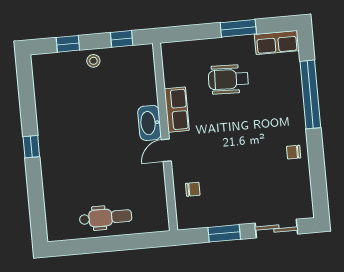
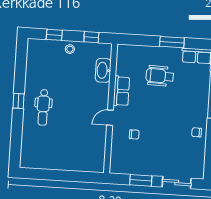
washbasin: (149, 123) -> (103, 70), moved
chair: (193, 189) -> (134, 134), moved
dental chair: (106, 218) -> (43, 107), moved, turned 90

